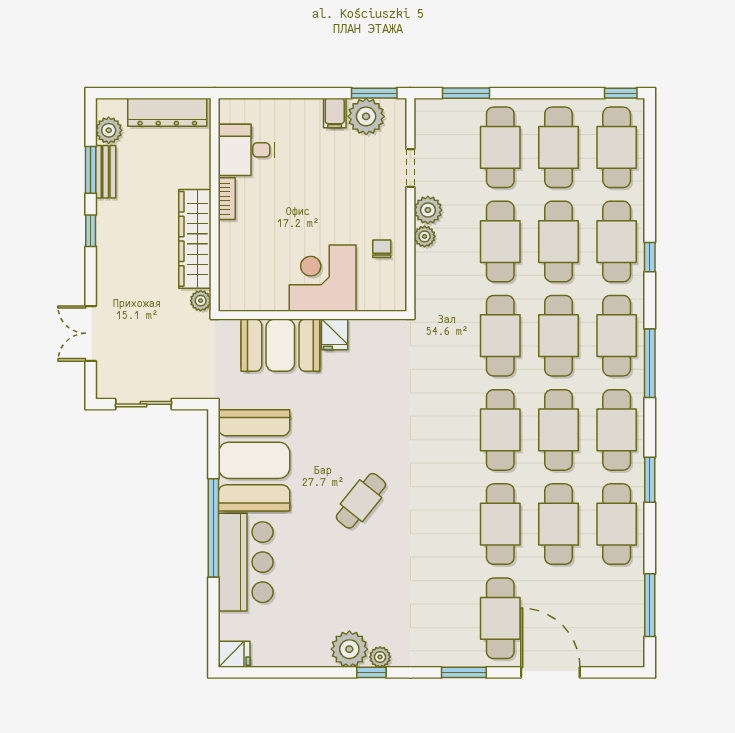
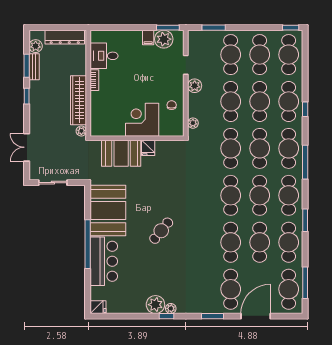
plant: (425, 236) -> (193, 123), moved
cafe table: (617, 618) -> (289, 289), added
door: (550, 672) -> (256, 316), hinge flipped

